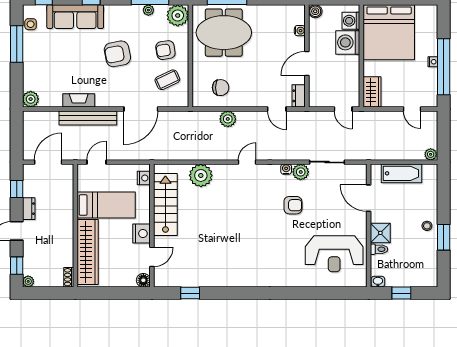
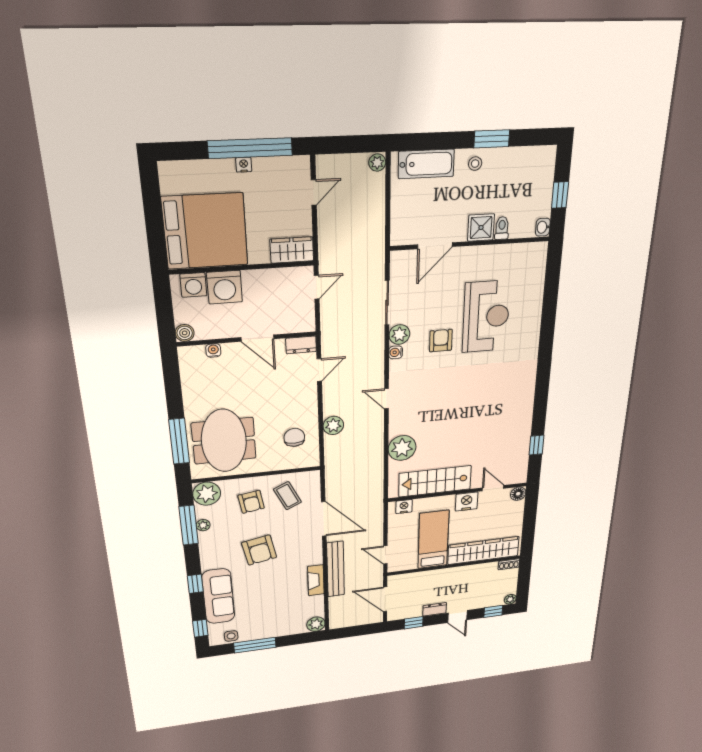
bathtub: (402, 173) -> (426, 164), moved, turned 90
reception desk: (334, 254) -> (486, 317), moved

